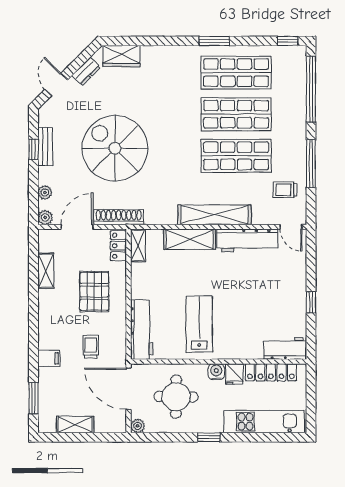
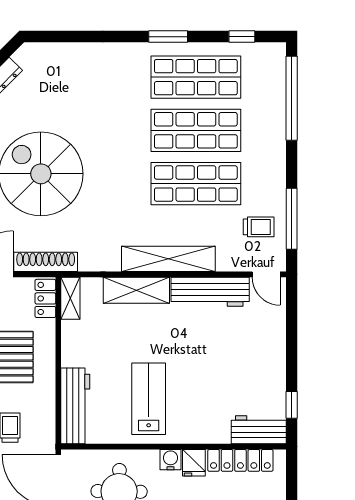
window: (288, 41) -> (242, 37), moved
wardrobe: (121, 56) -> (49, 56), removed
window: (311, 164) -> (292, 219), moved
trolley: (285, 190) -> (259, 227), turned 180
window: (311, 302) -> (292, 405), moved

